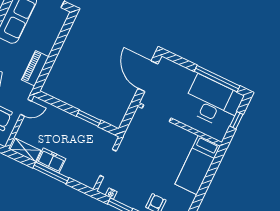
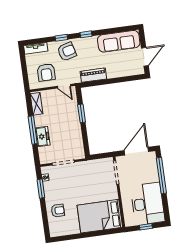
window: (217, 79) -> (161, 175), moved
window: (89, 118) -> (82, 113), moved
freezer: (51, 160) -> (43, 137), moved
bed: (198, 165) -> (100, 216), width x1.50

